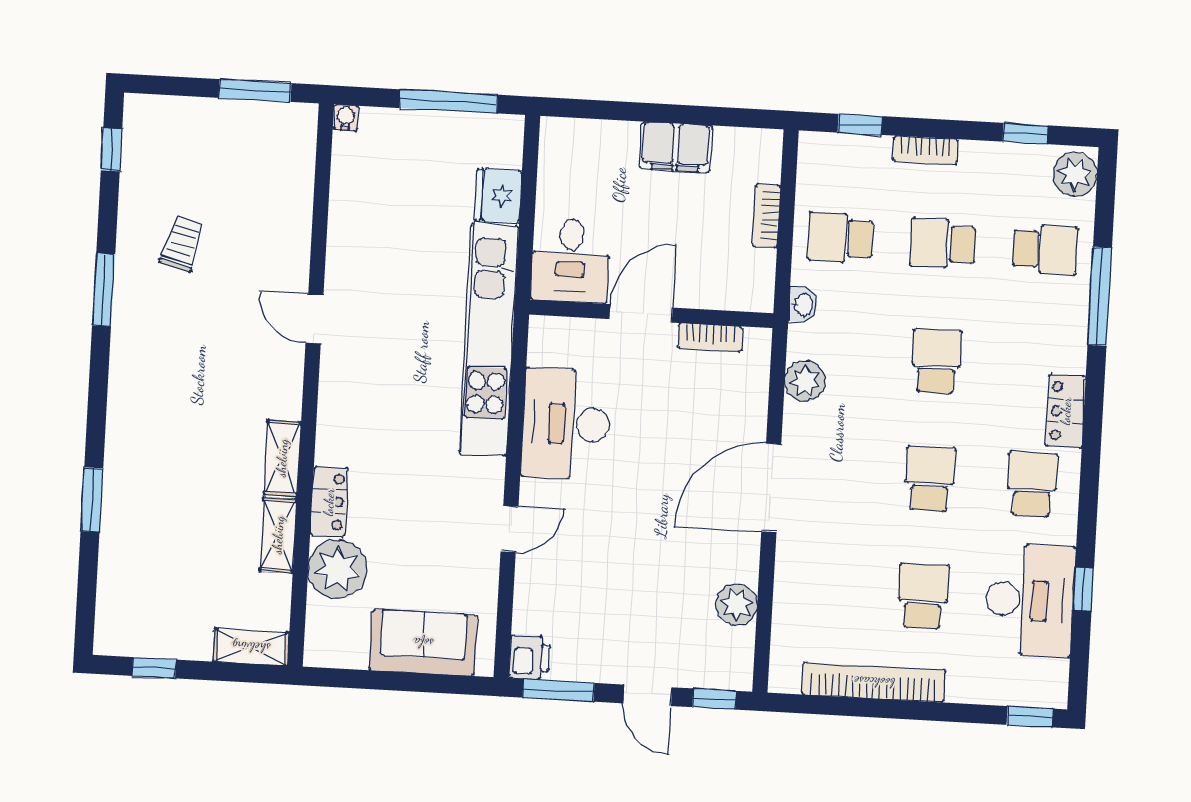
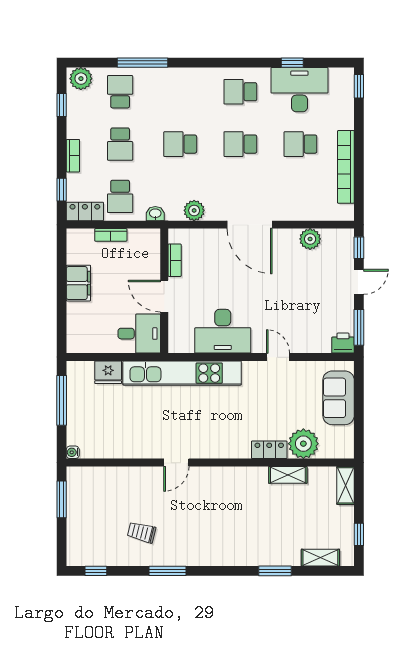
locker: (1066, 411) -> (85, 211), moved, turned 180
shelving: (282, 458) -> (320, 558), moved

